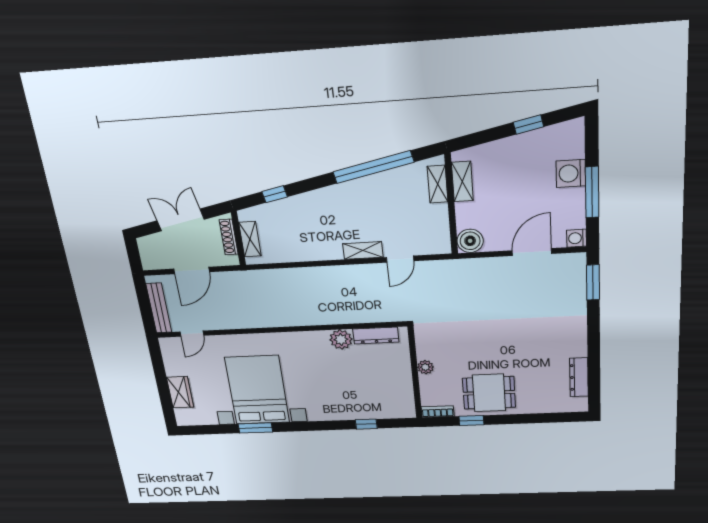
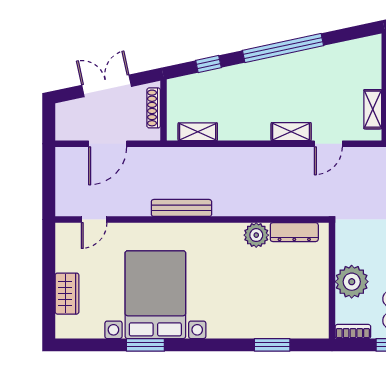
window: (373, 167) -> (283, 48), moved
shelving: (438, 184) -> (373, 109), moved
shelving: (250, 239) -> (198, 132), moved, turned 90
bench: (159, 308) -> (181, 208), moved, turned 90
plant: (425, 367) -> (352, 282), width x1.88, depth x1.88
window: (366, 424) -> (272, 345), width x1.50

